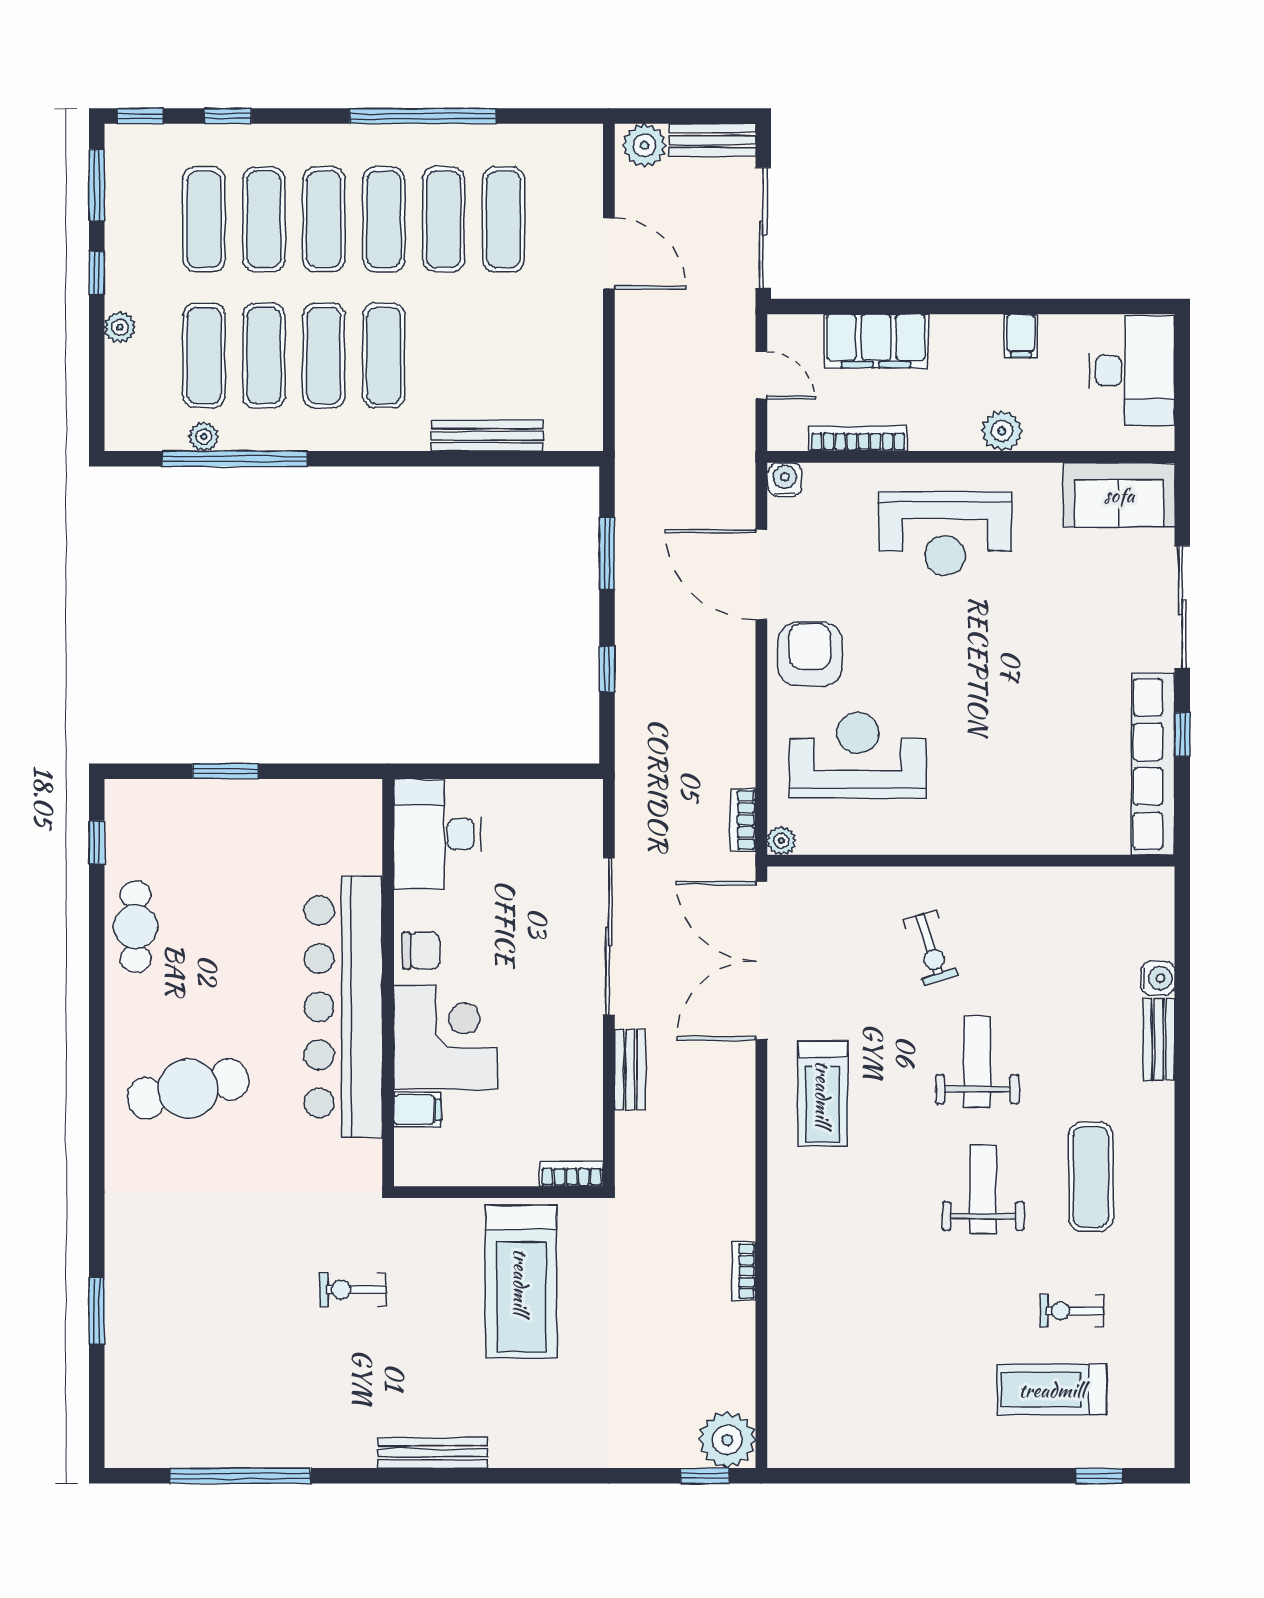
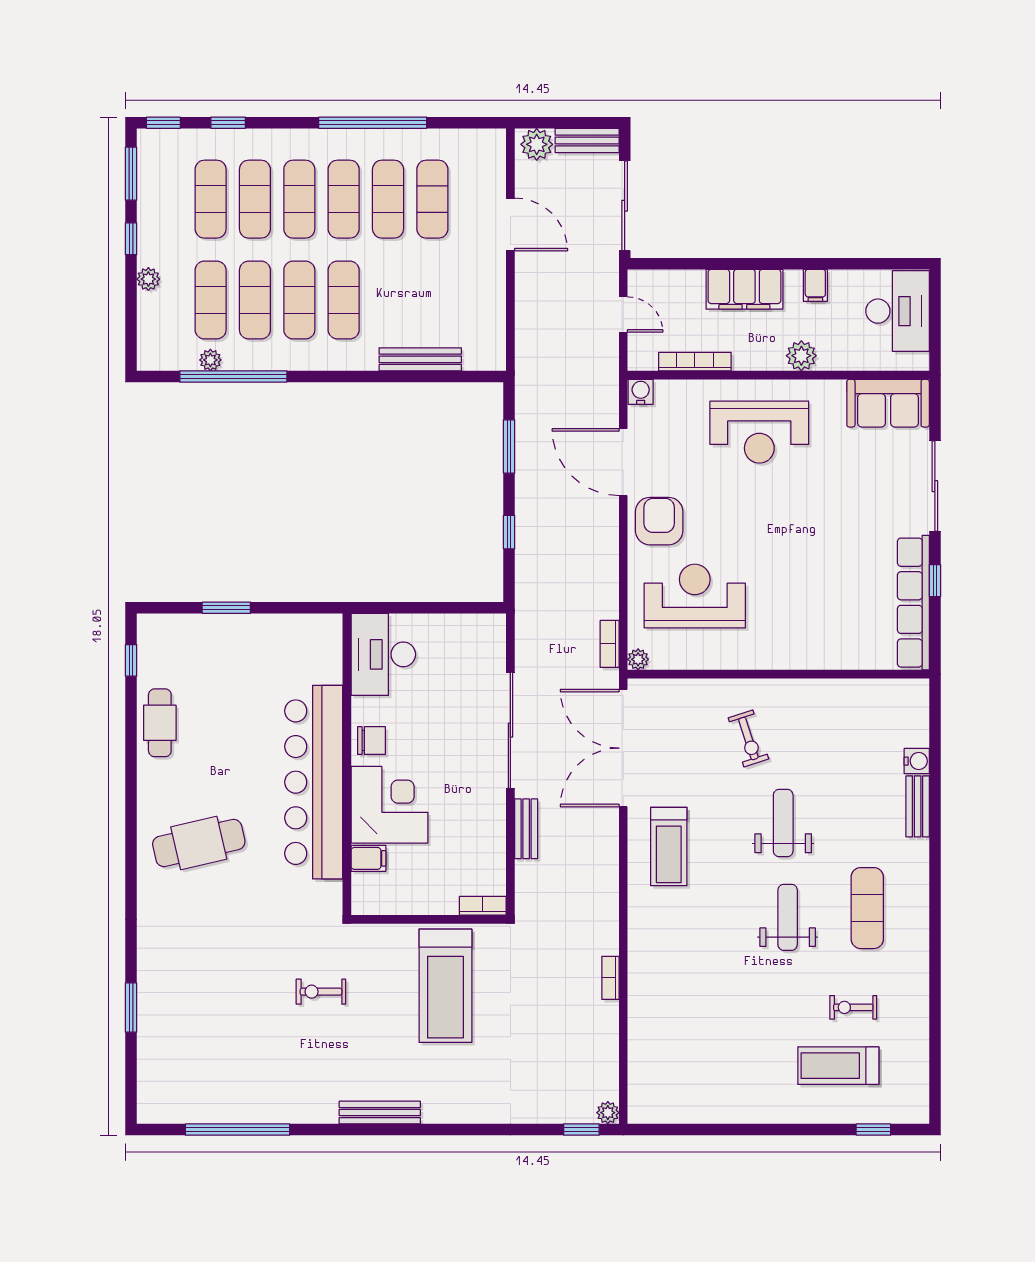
filing cabinet: (876, 341) -> (744, 289), moved
plant: (727, 1440) -> (608, 1113), width x0.53, depth x0.53

